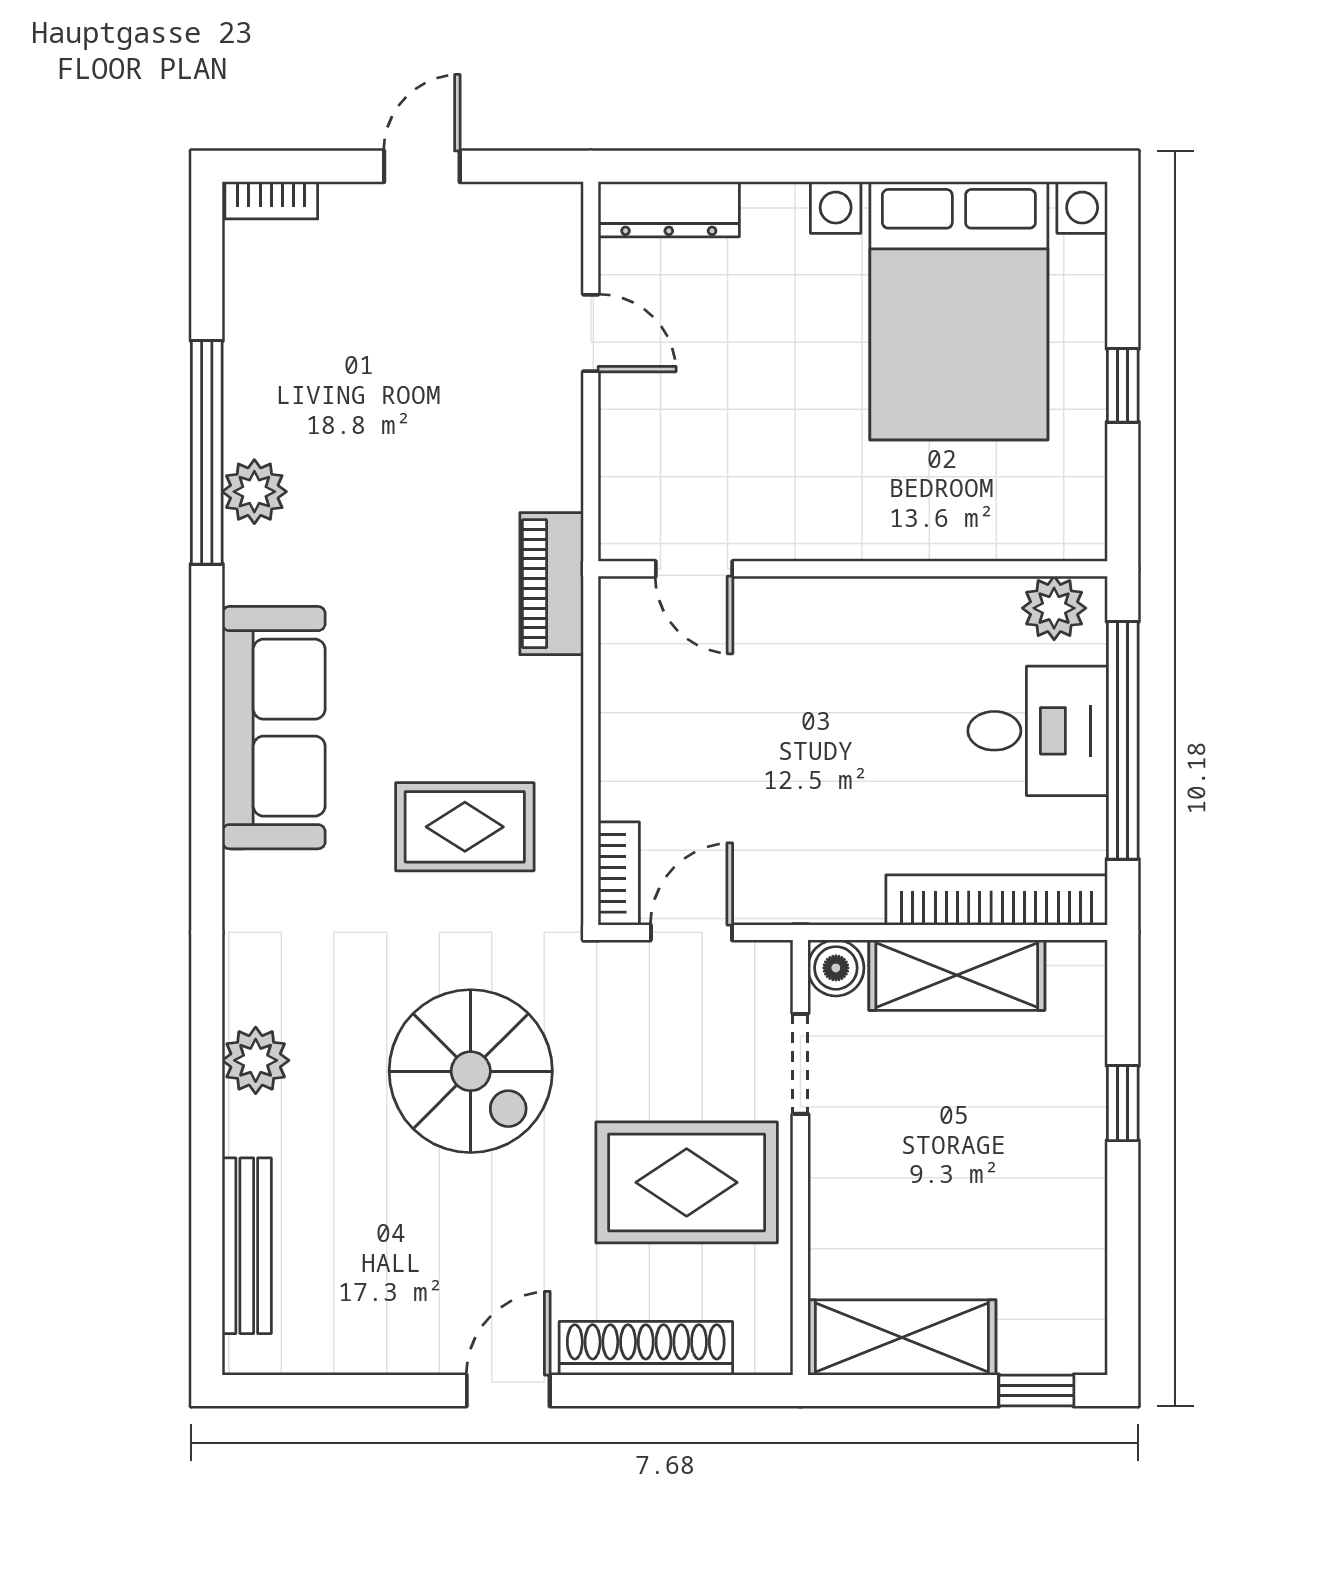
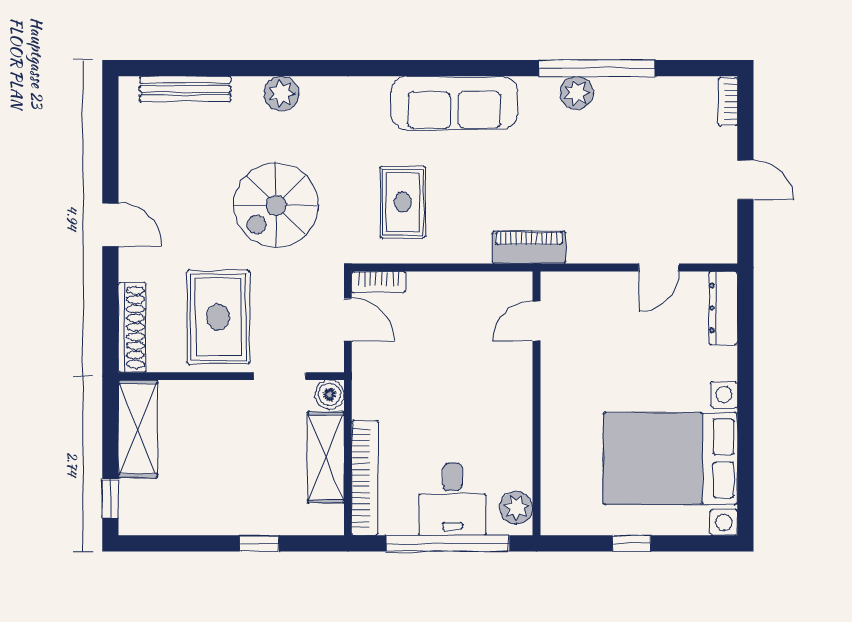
shoe rack: (646, 1348) -> (132, 327), moved

